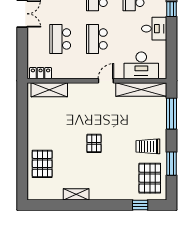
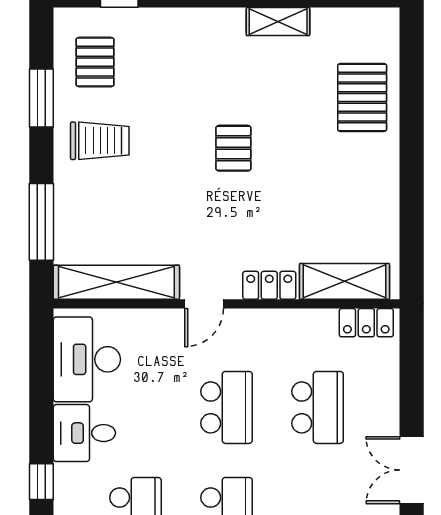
desk: (141, 65) -> (87, 359), moved, turned -90
locker: (80, 88) -> (269, 285), added
pallet: (150, 178) -> (95, 62), width x0.67, depth x0.71

